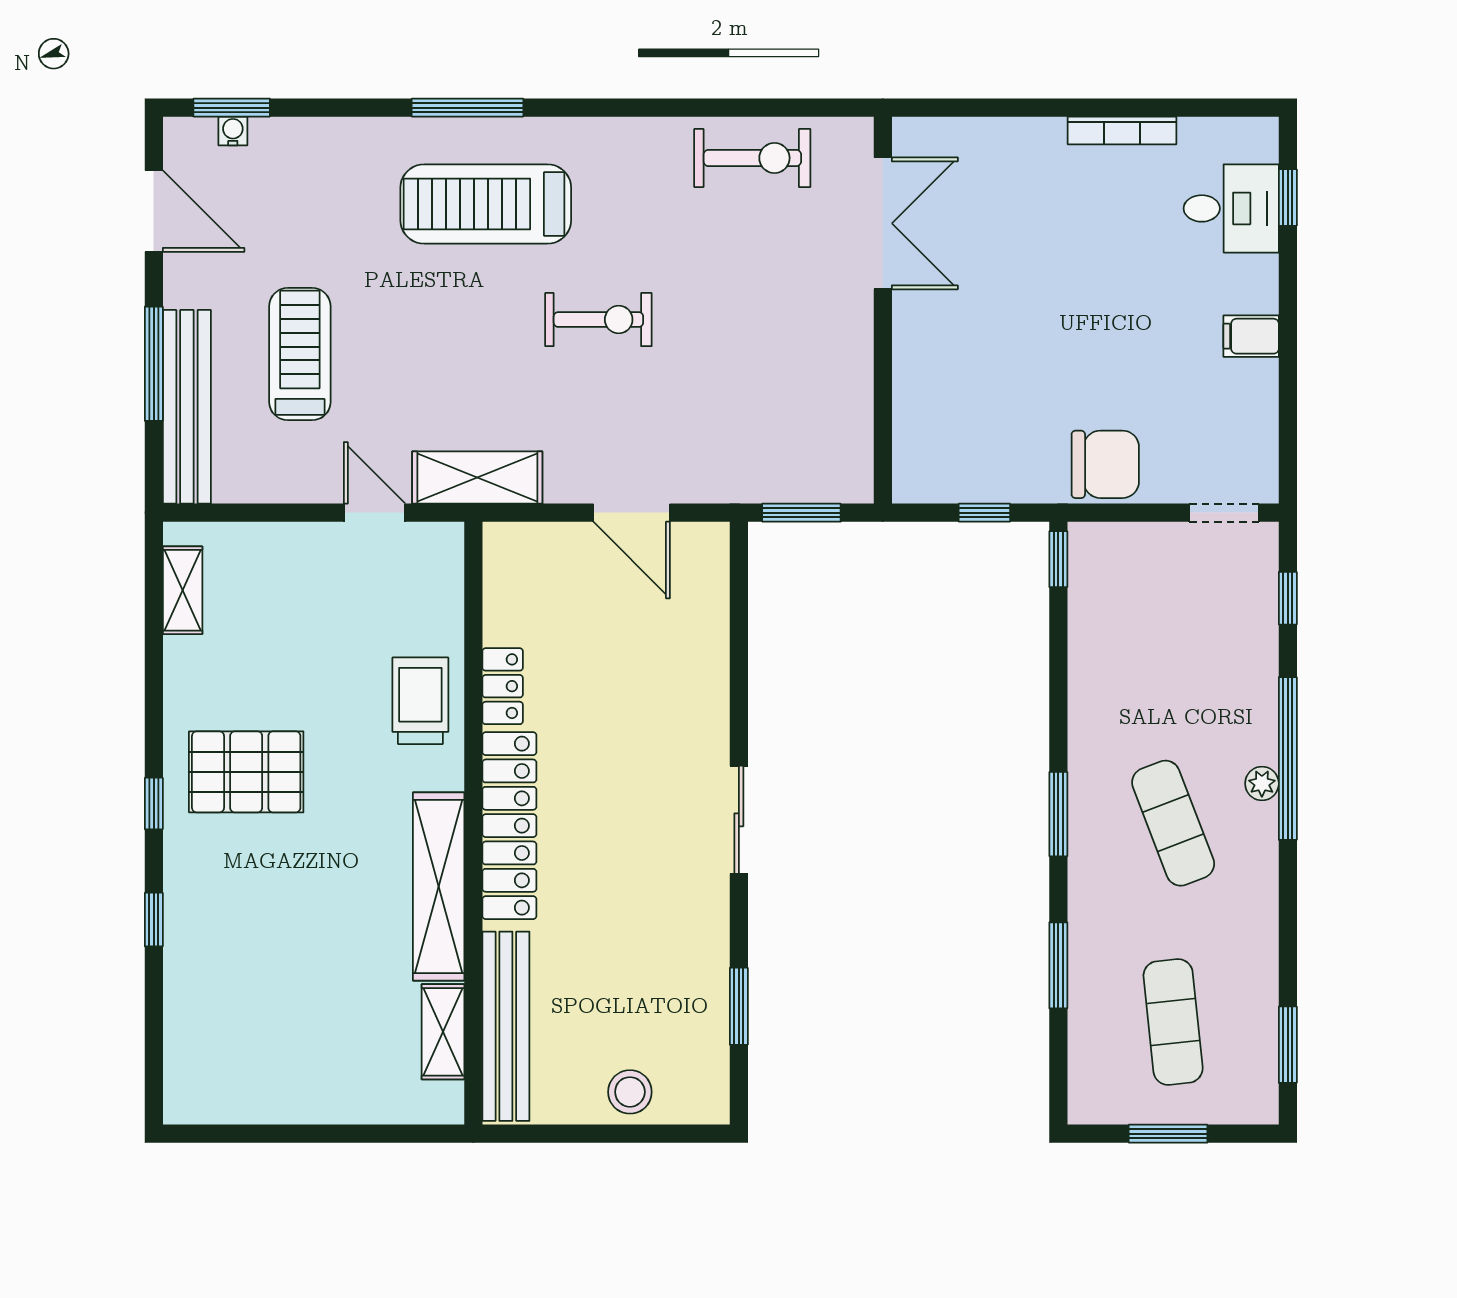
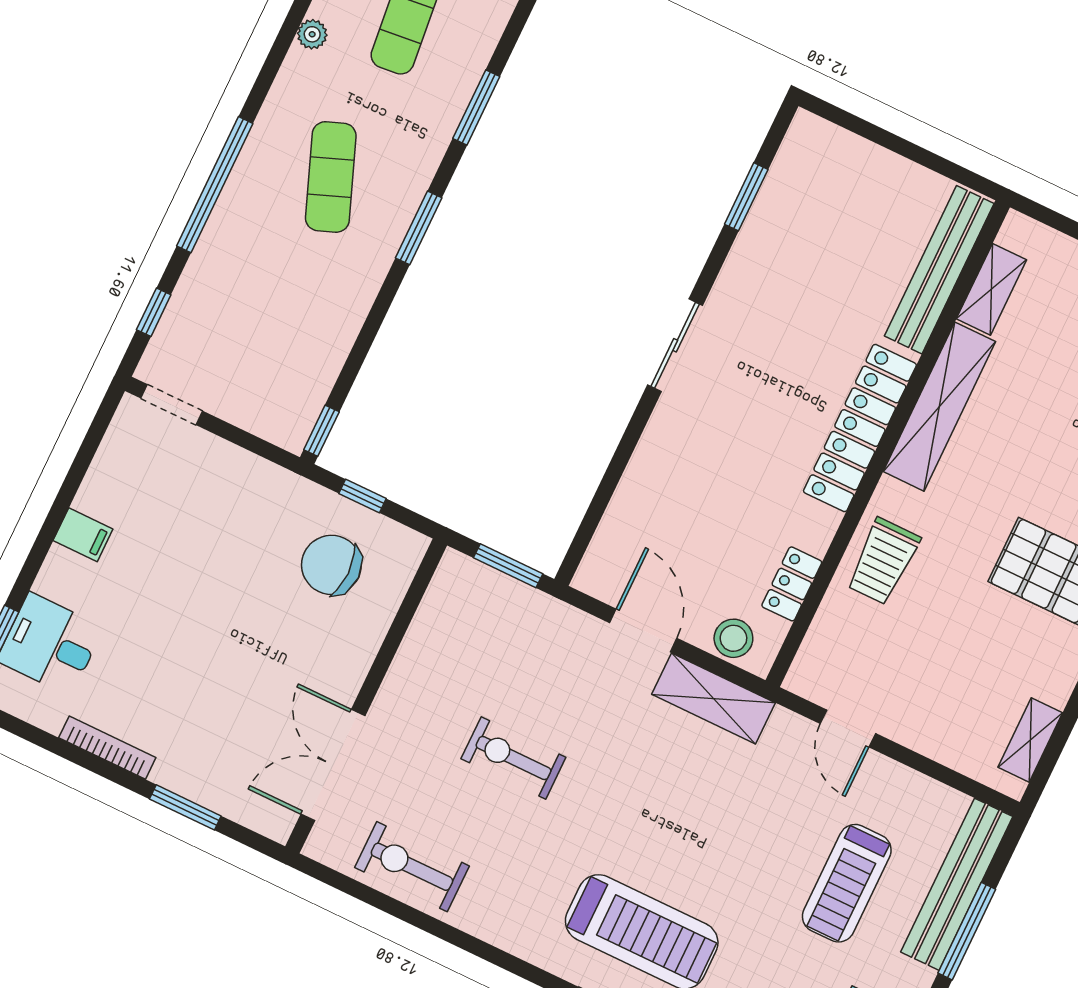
window: (1013, 108) -> (185, 807), added
exercise bike: (598, 320) -> (513, 758), moved
chair: (1105, 464) -> (331, 565), moved
shelving: (477, 478) -> (713, 699), moved
locker: (503, 686) -> (792, 584), moved
plant: (1262, 784) -> (312, 34), moved
stool: (630, 1092) -> (733, 638), moved

